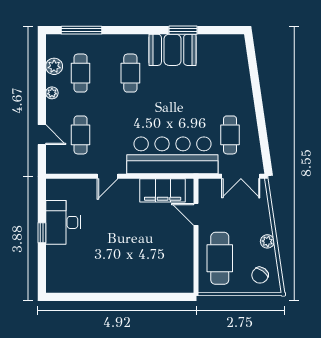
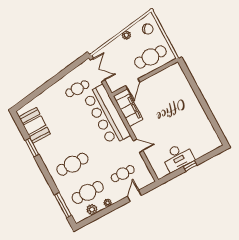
booth: (173, 50) -> (35, 125), moved
cafe table: (81, 73) -> (88, 192), width x1.37, depth x1.35
cafe table: (130, 73) -> (72, 164), width x1.37, depth x1.35

